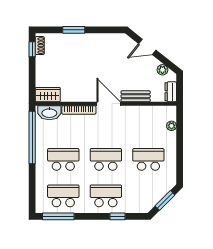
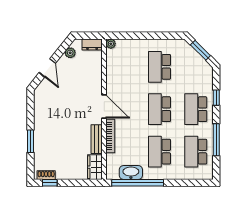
bench: (136, 96) -> (97, 139), moved
door: (109, 104) -> (104, 106), swing flipped
washbasin: (49, 113) -> (131, 172), moved, turned -90
plant: (172, 126) -> (111, 44), moved
window: (58, 216) -> (216, 140), moved

